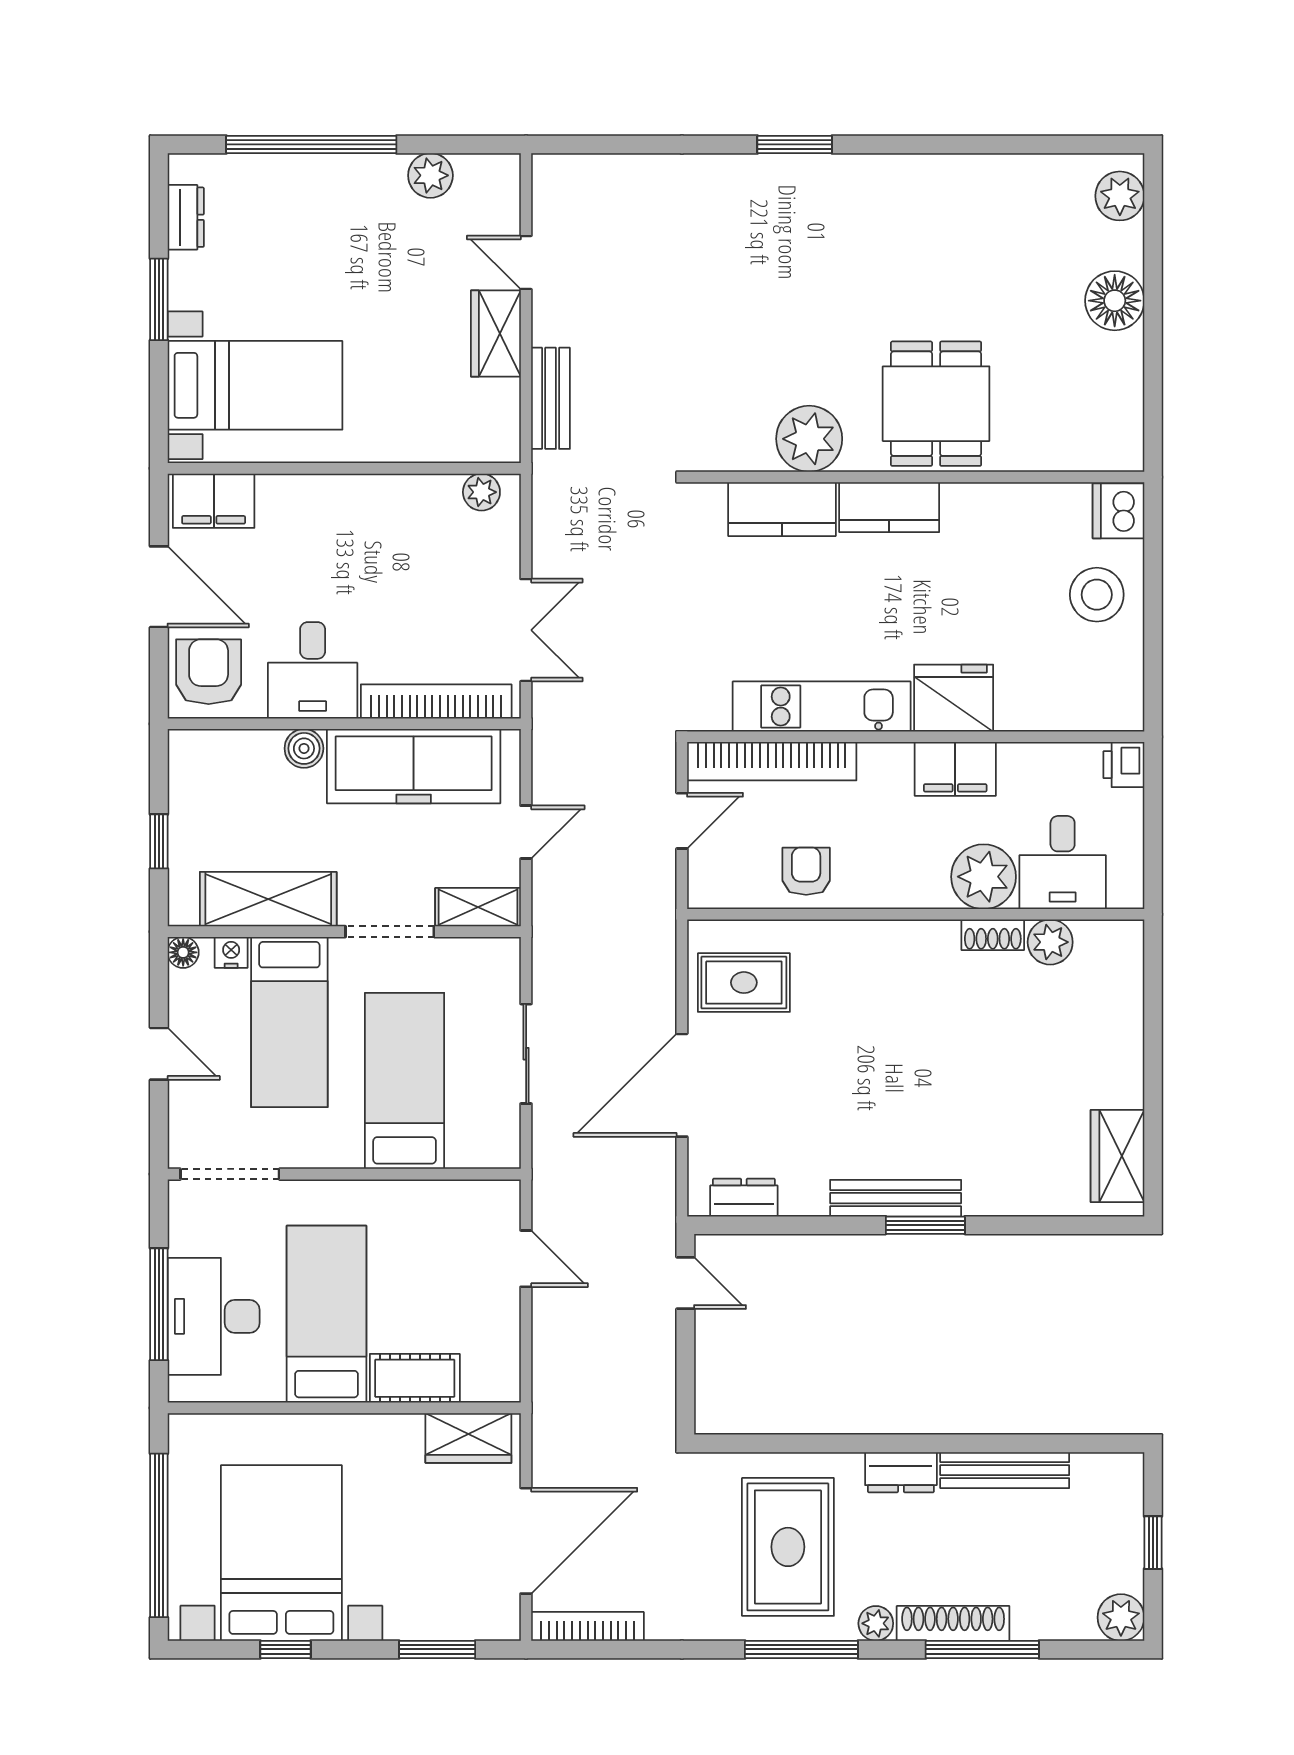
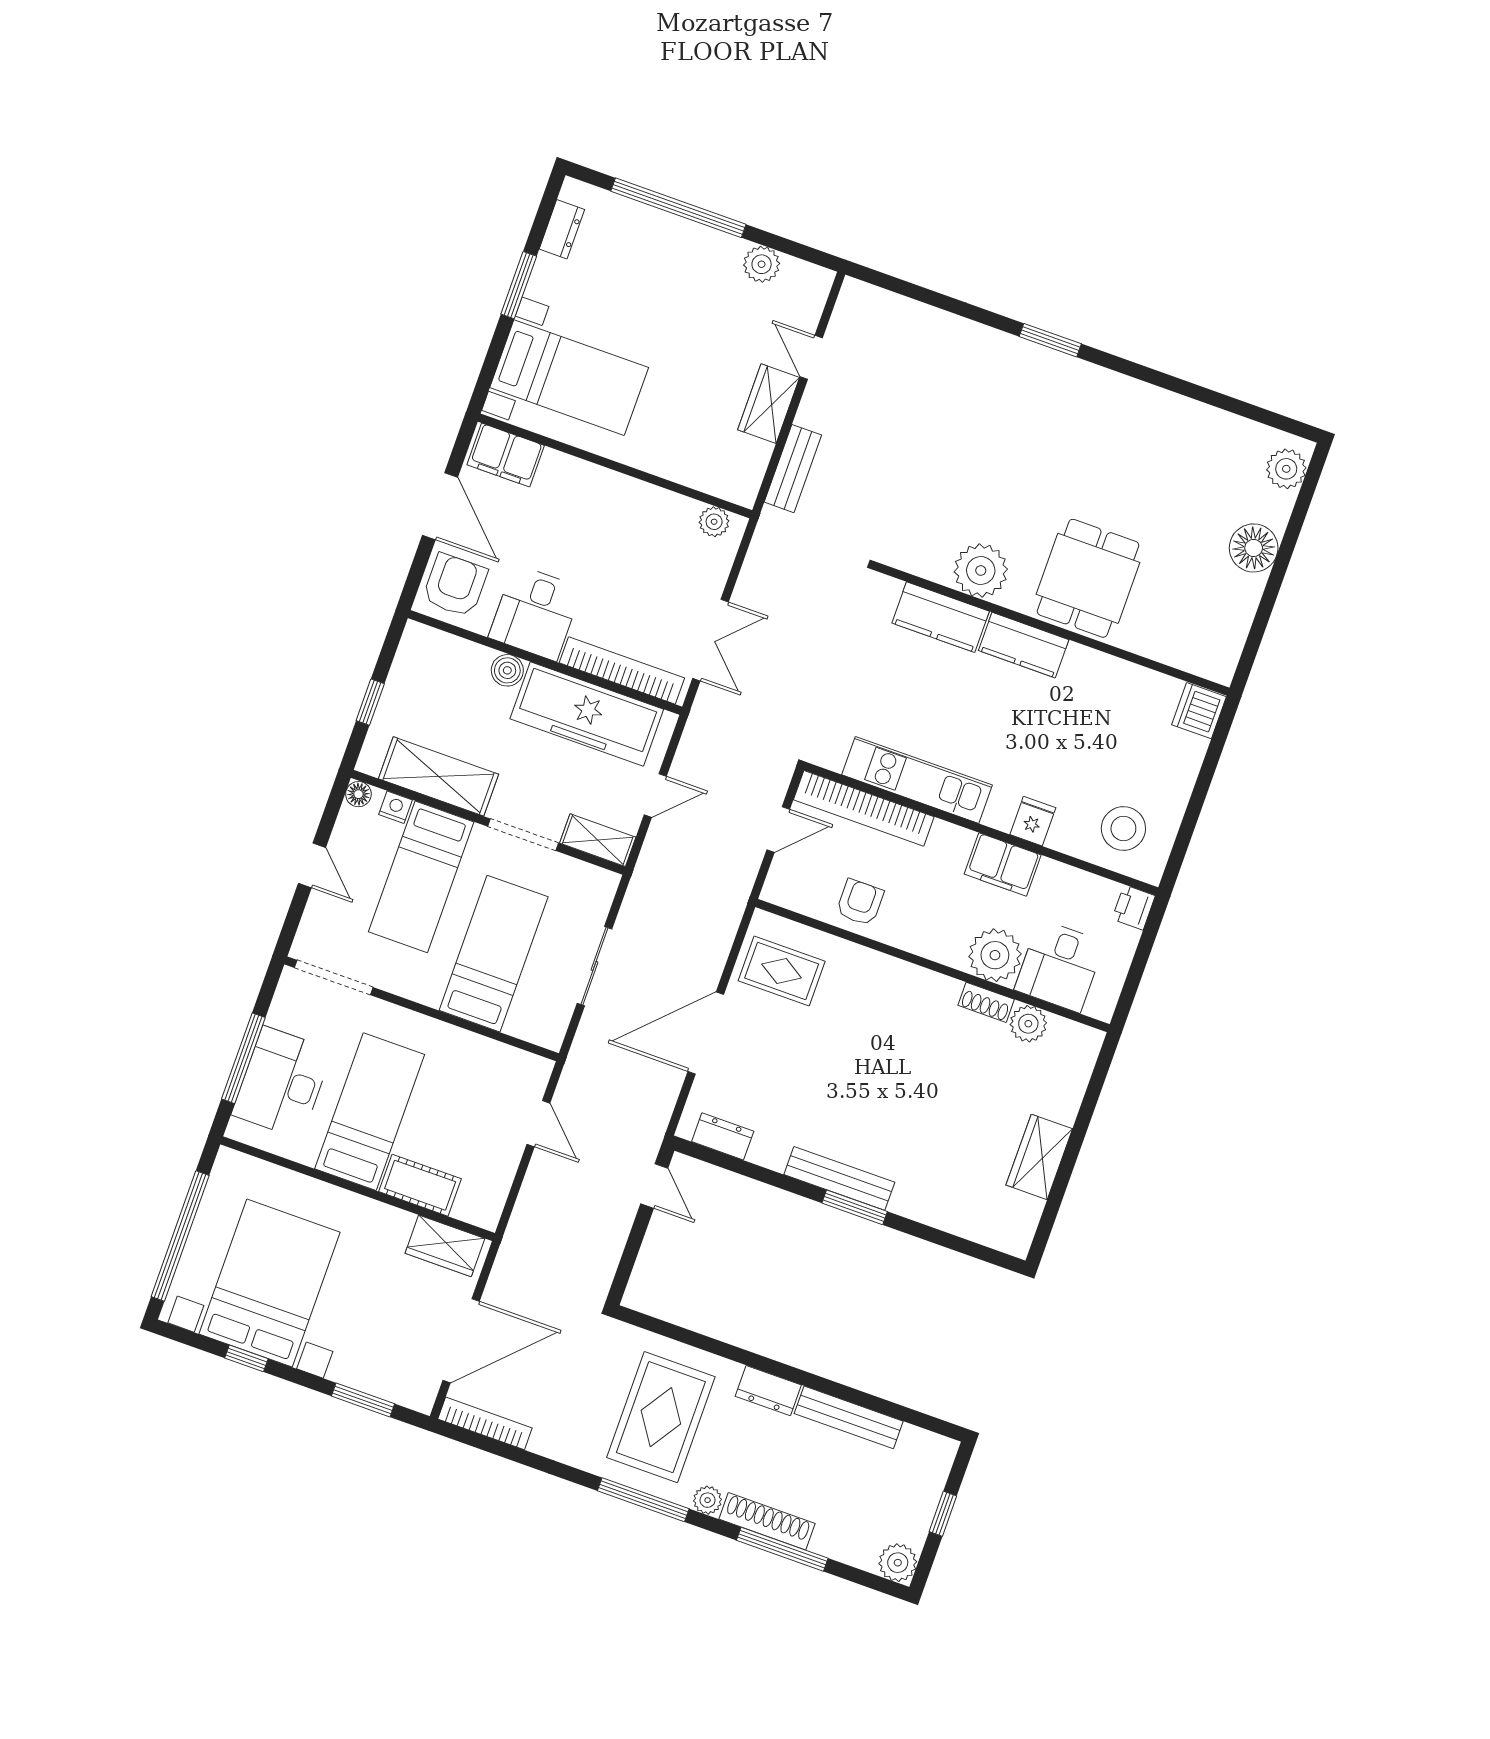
stool: (1097, 595) -> (1123, 828), moved
fridge: (954, 698) -> (1033, 821), width x0.53, depth x0.75
wardrobe: (1118, 1156) -> (1039, 1157), moved

